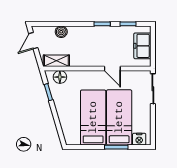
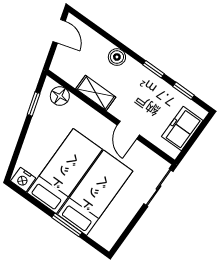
boiler: (61, 32) -> (117, 57), moved
door: (33, 41) -> (59, 31), swing flipped
shelving: (56, 61) -> (96, 93), moved
nightstand: (139, 139) -> (23, 180), moved

